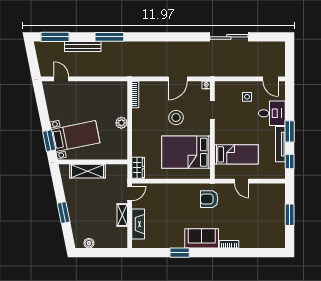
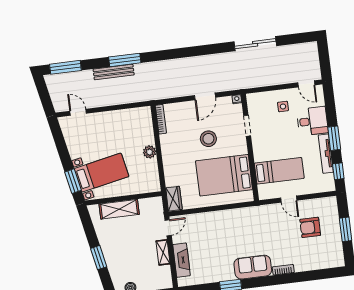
bench: (83, 47) -> (114, 72), moved
armchair: (209, 199) -> (310, 227), moved

